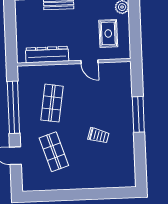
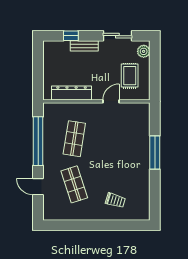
door: (89, 62) -> (111, 101), swing flipped
trolley: (98, 136) -> (115, 200), moved

